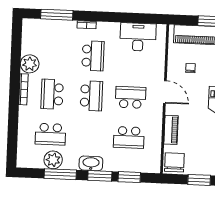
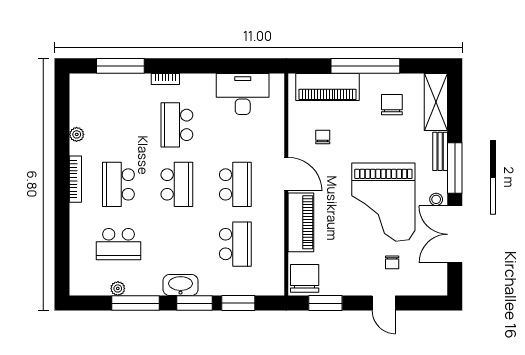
school desk: (93, 56) -> (177, 125), turned 180
plant: (30, 64) -> (77, 134), width x0.53, depth x0.53
school desk: (130, 97) -> (235, 184), turned 90
piano: (171, 130) -> (301, 222), width x1.37, depth x1.33
school desk: (129, 137) -> (235, 244), turned -90
plant: (53, 160) -> (118, 288), width x0.53, depth x0.53
window: (199, 180) -> (325, 303), moved

